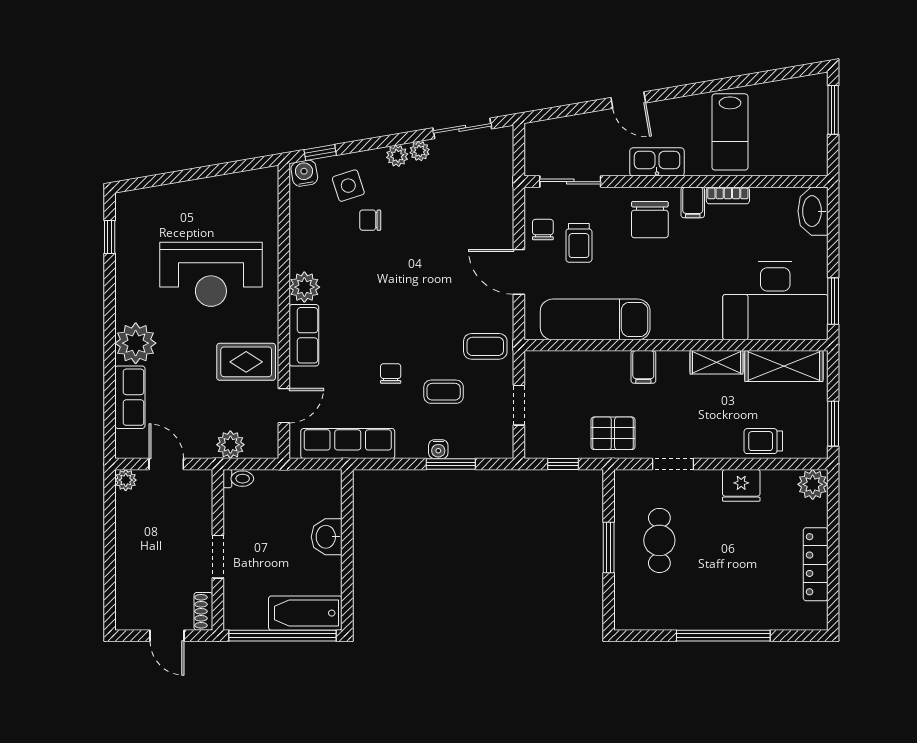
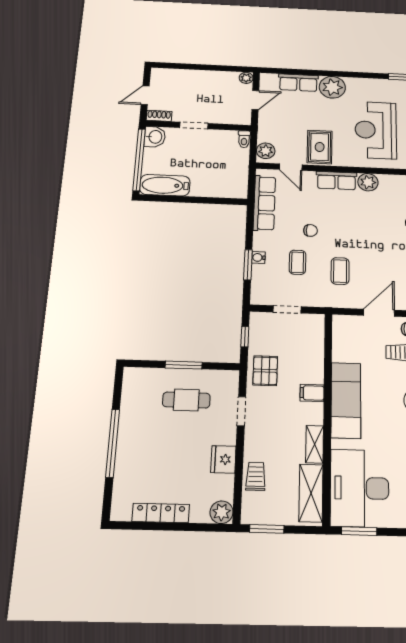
exam couch: (595, 319) -> (346, 400), moved
coffee table: (485, 346) -> (340, 271), moved
plant: (230, 445) -> (266, 151), moved
washbasin: (327, 537) -> (155, 137), moved, turned 90
bathtub: (305, 613) -> (165, 185), moved, turned -90

